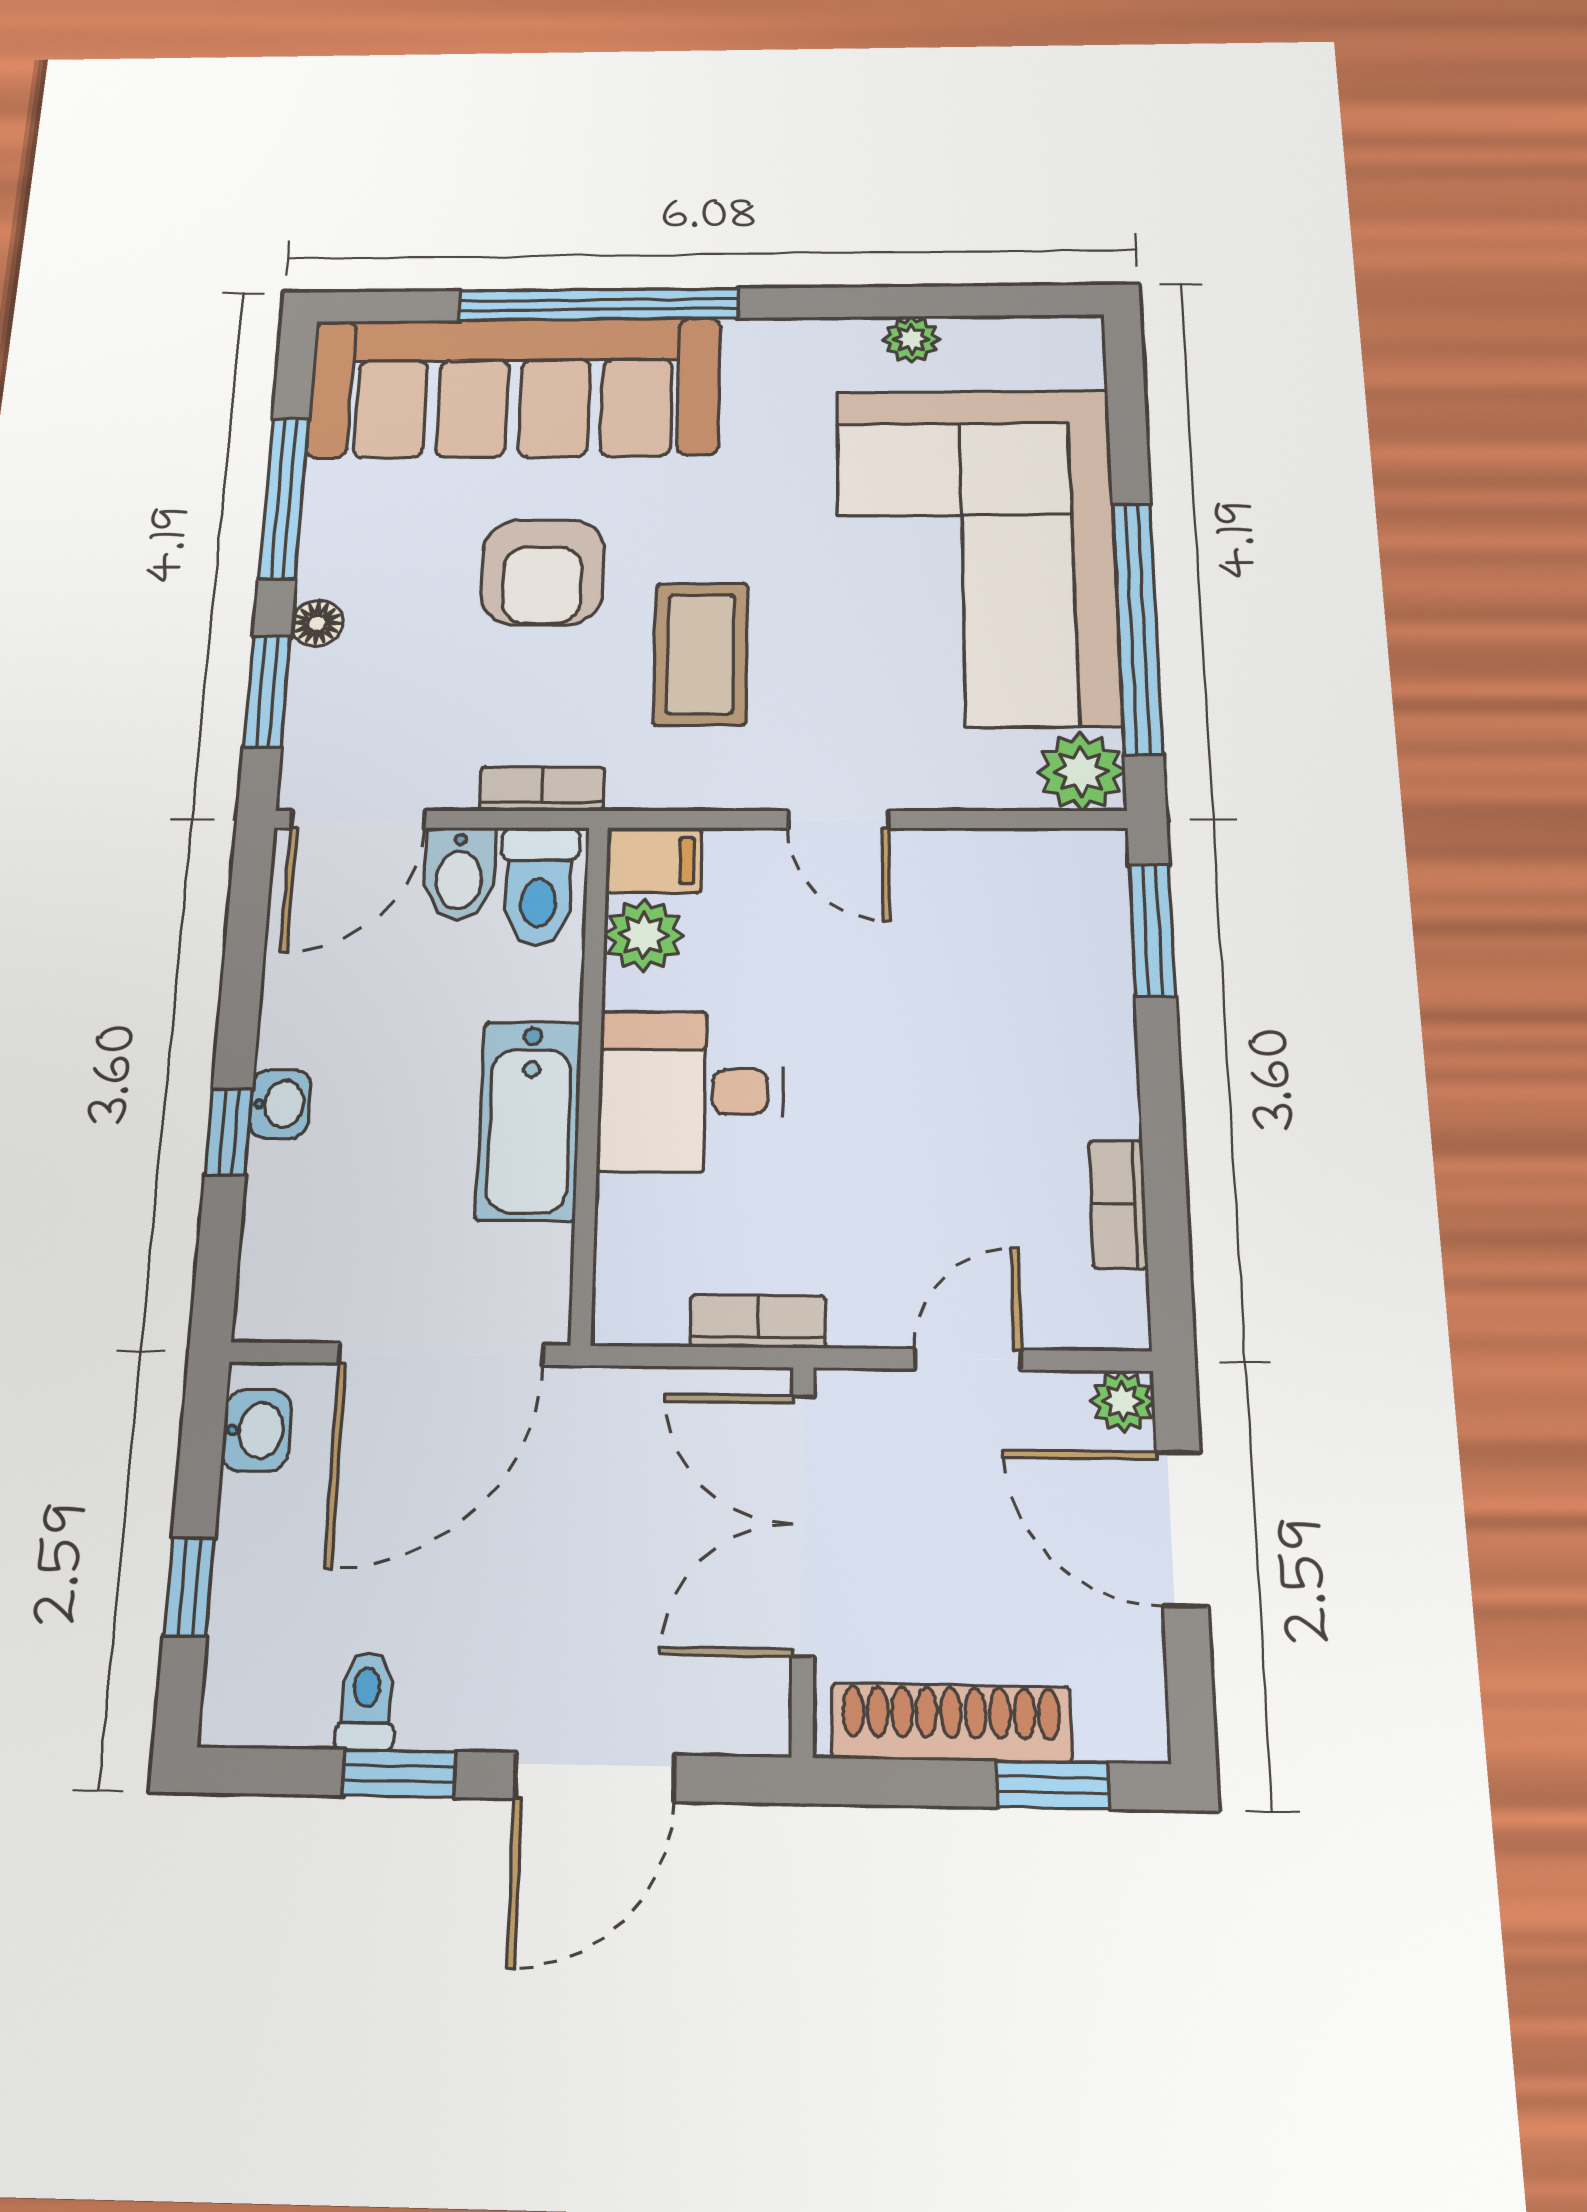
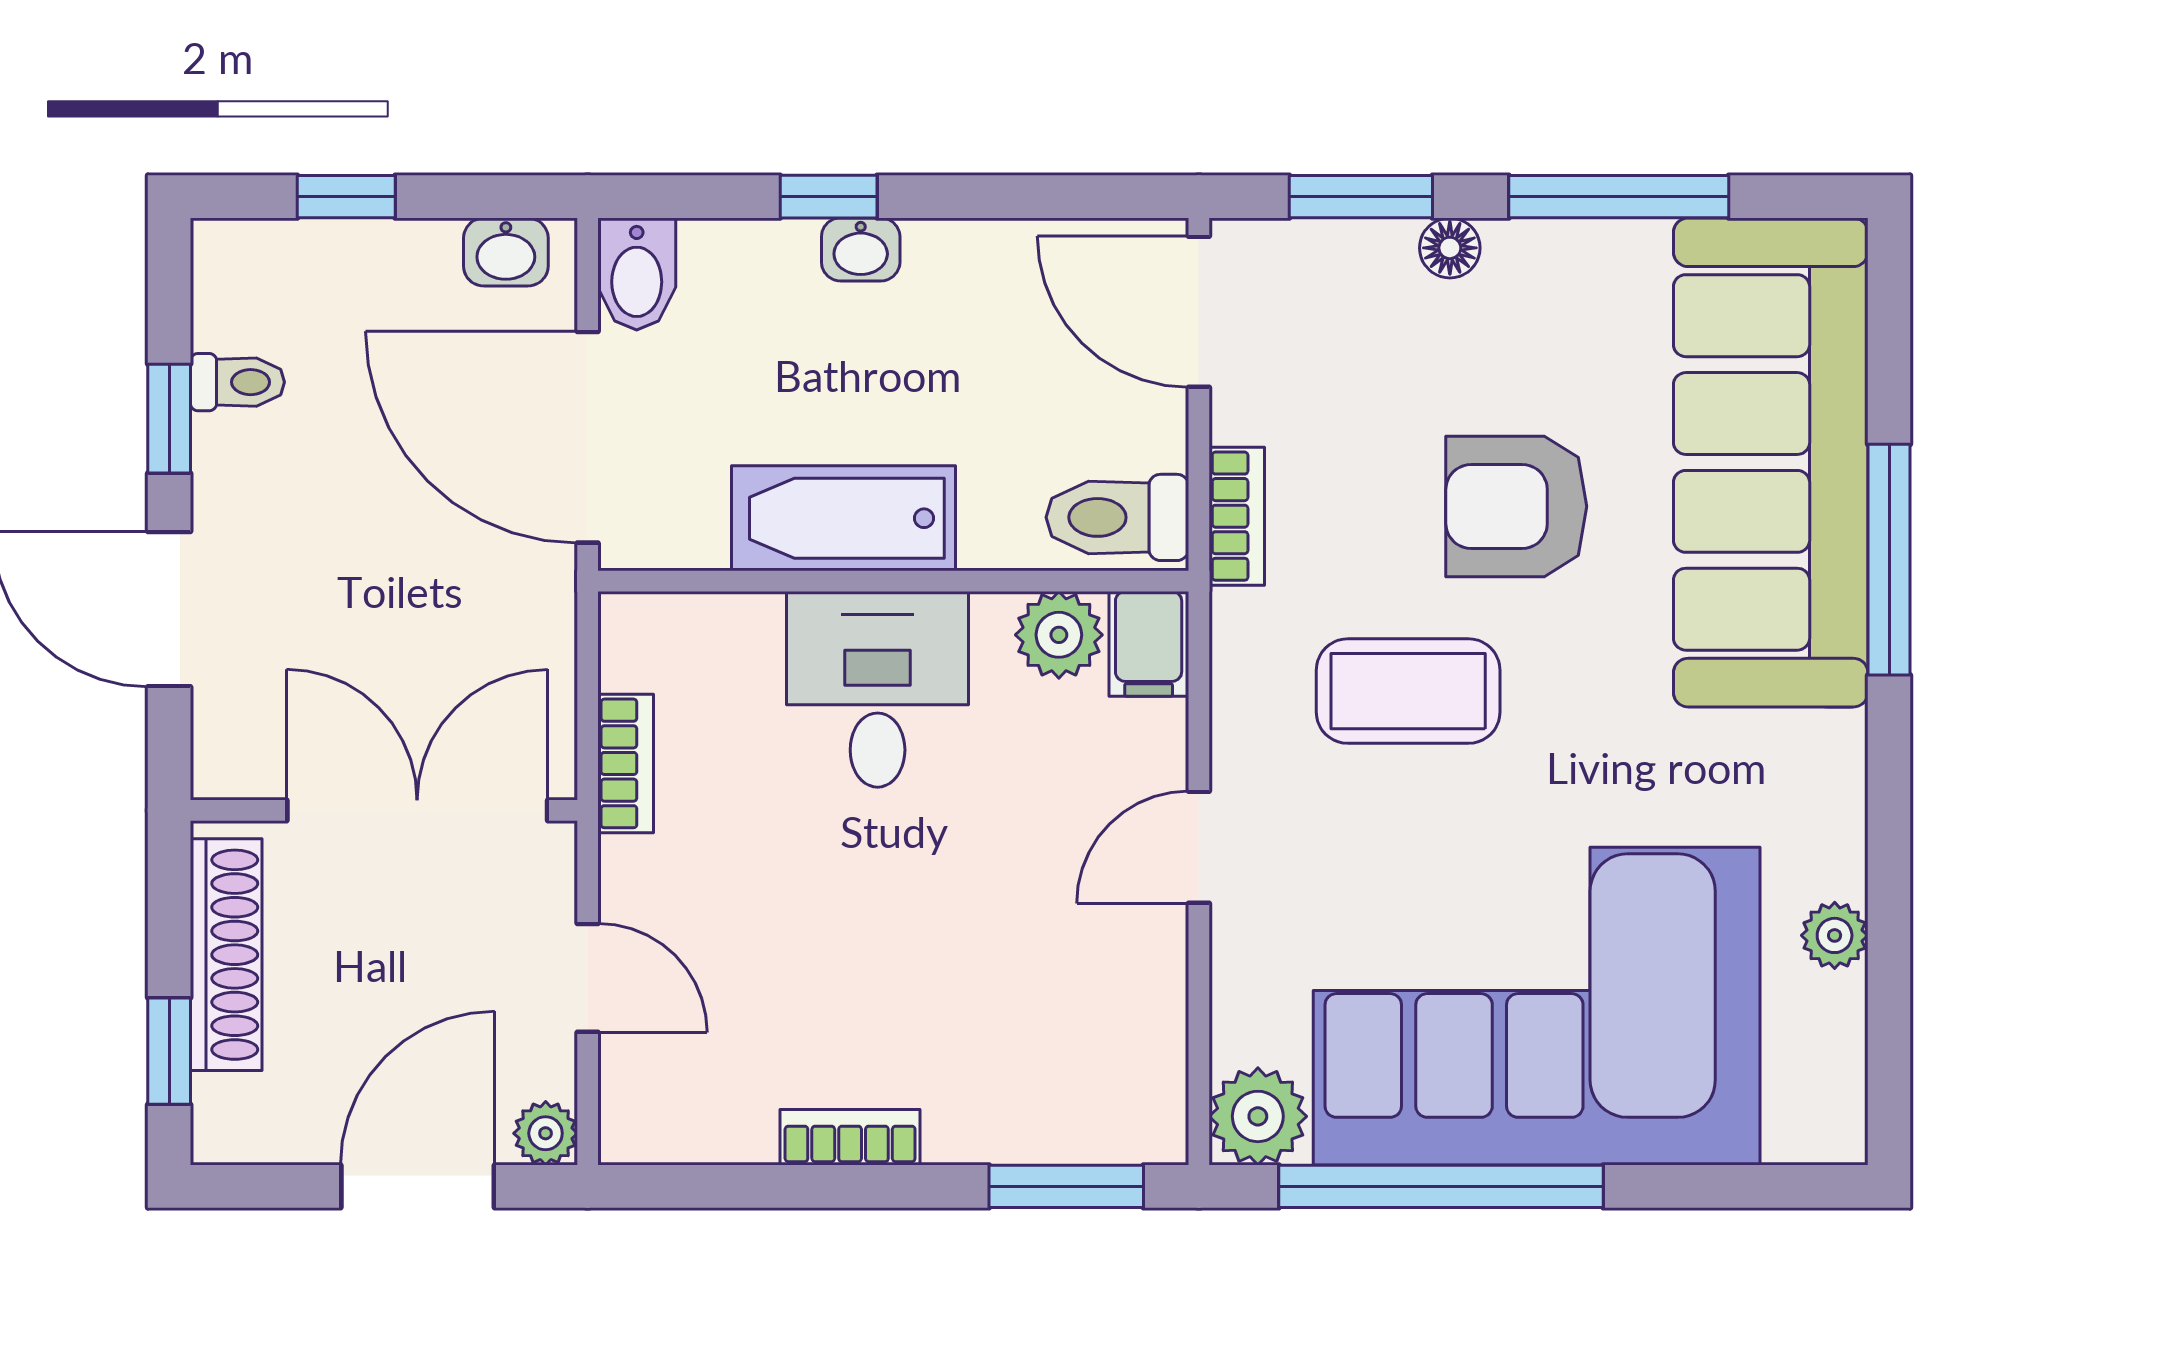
window: (599, 304) -> (1889, 560), width x0.68
bidet: (459, 874) -> (637, 274), moved, turned -90
bookcase: (1118, 1204) -> (850, 1137), moved

